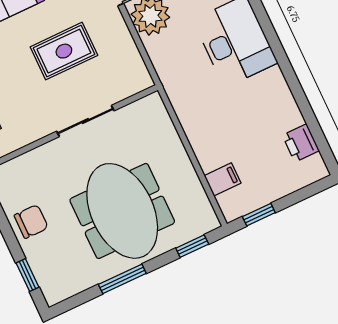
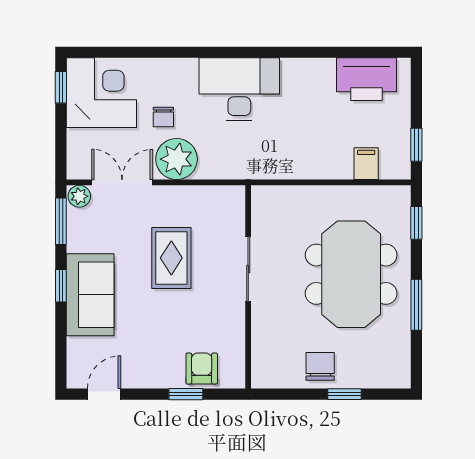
printer: (301, 143) -> (366, 79), width x1.87, depth x1.48
meeting table: (122, 211) -> (351, 274), turned 90
window: (27, 275) -> (344, 394), moved

